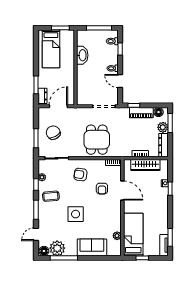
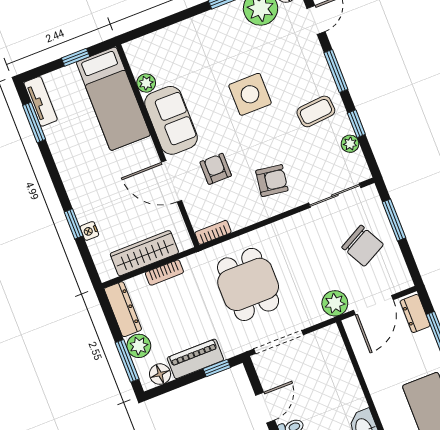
door: (120, 81) -> (265, 408), hinge flipped
plant: (74, 113) -> (335, 303), added
dining table: (97, 140) -> (248, 284), moved
sofa: (92, 247) -> (171, 120), moved, turned -90

